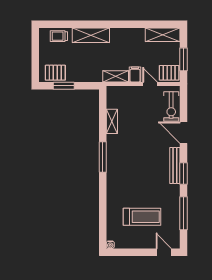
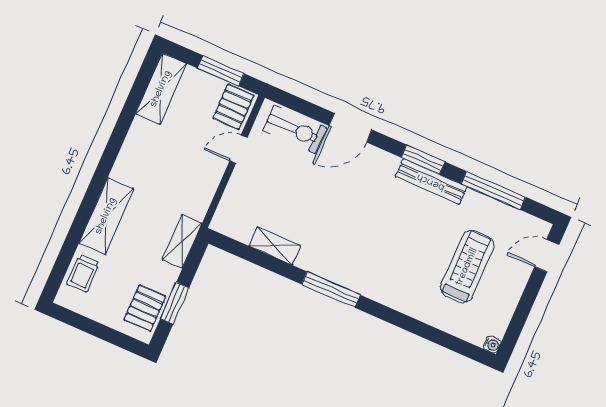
filing cabinet: (135, 75) -> (210, 168), removed
shelving: (116, 76) -> (182, 241), moved
bench: (175, 165) -> (431, 182), moved

